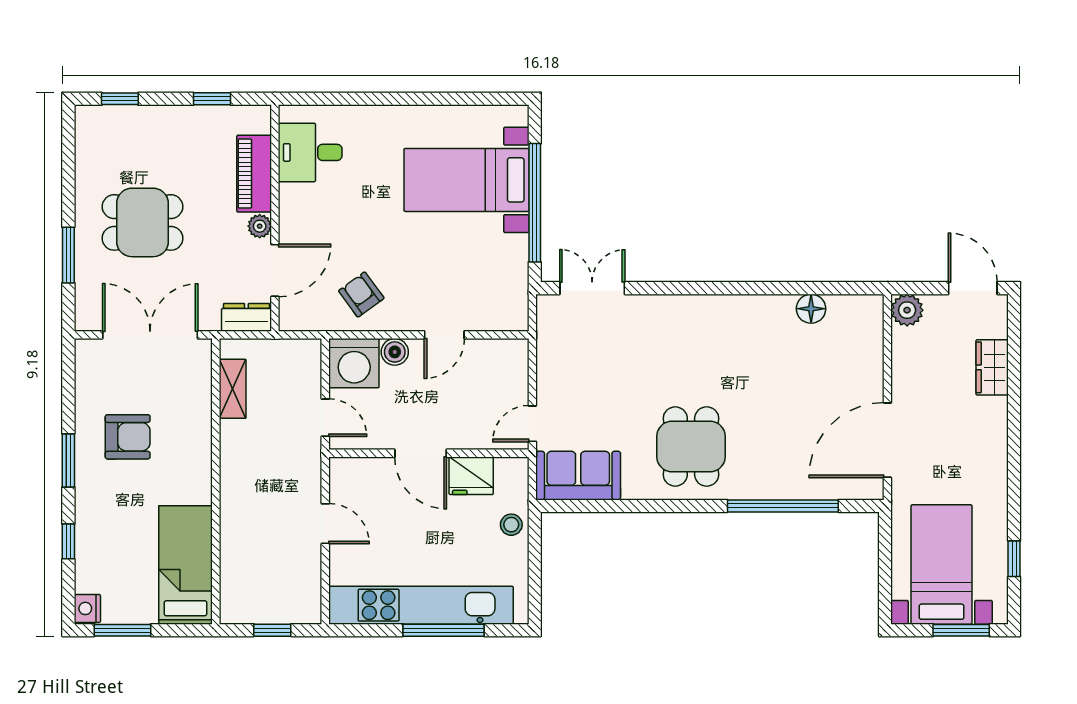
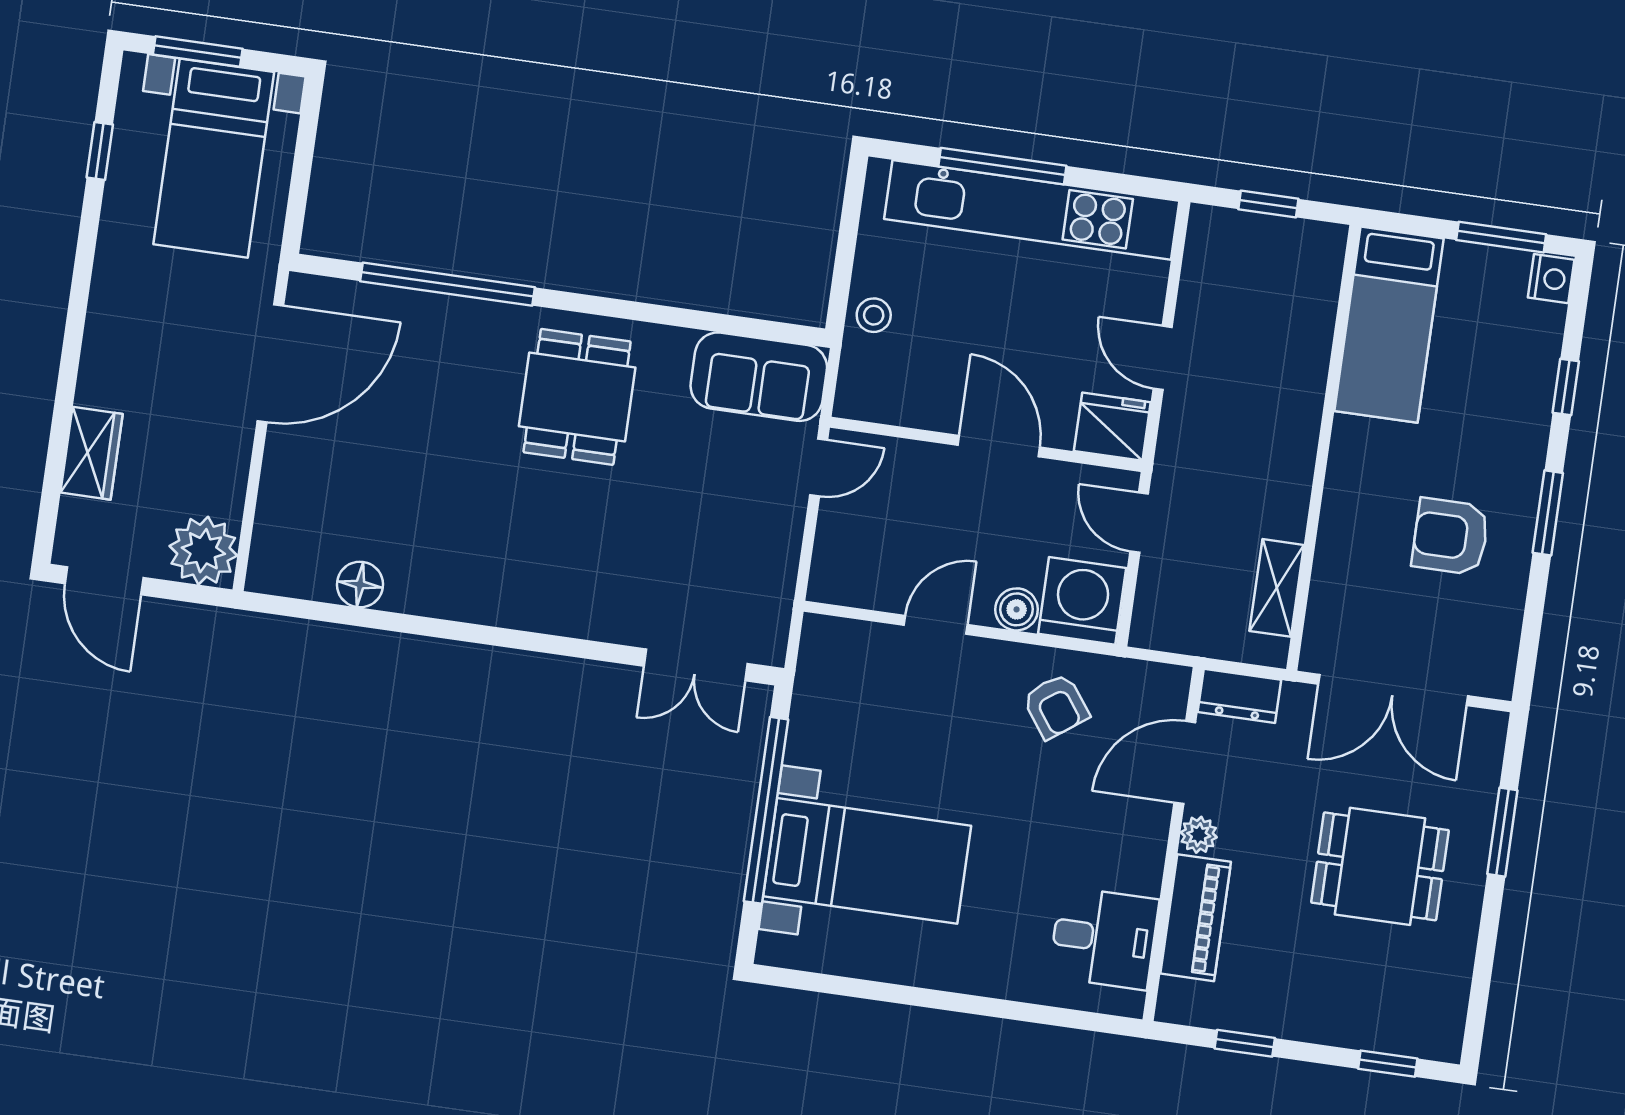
plant: (907, 310) -> (203, 551), width x1.36, depth x1.36
fridge: (471, 476) -> (1112, 427), moved

